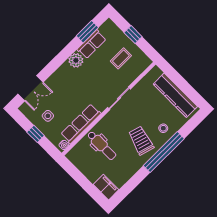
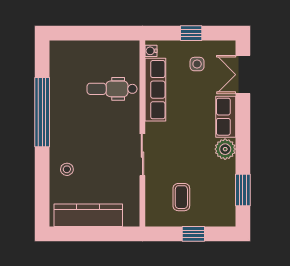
row of seats: (92, 44) -> (226, 117), moved
trolley: (141, 141) -> (77, 134), removed
window: (164, 152) -> (42, 112), moved
filing cabinet: (106, 187) -> (65, 51), removed

